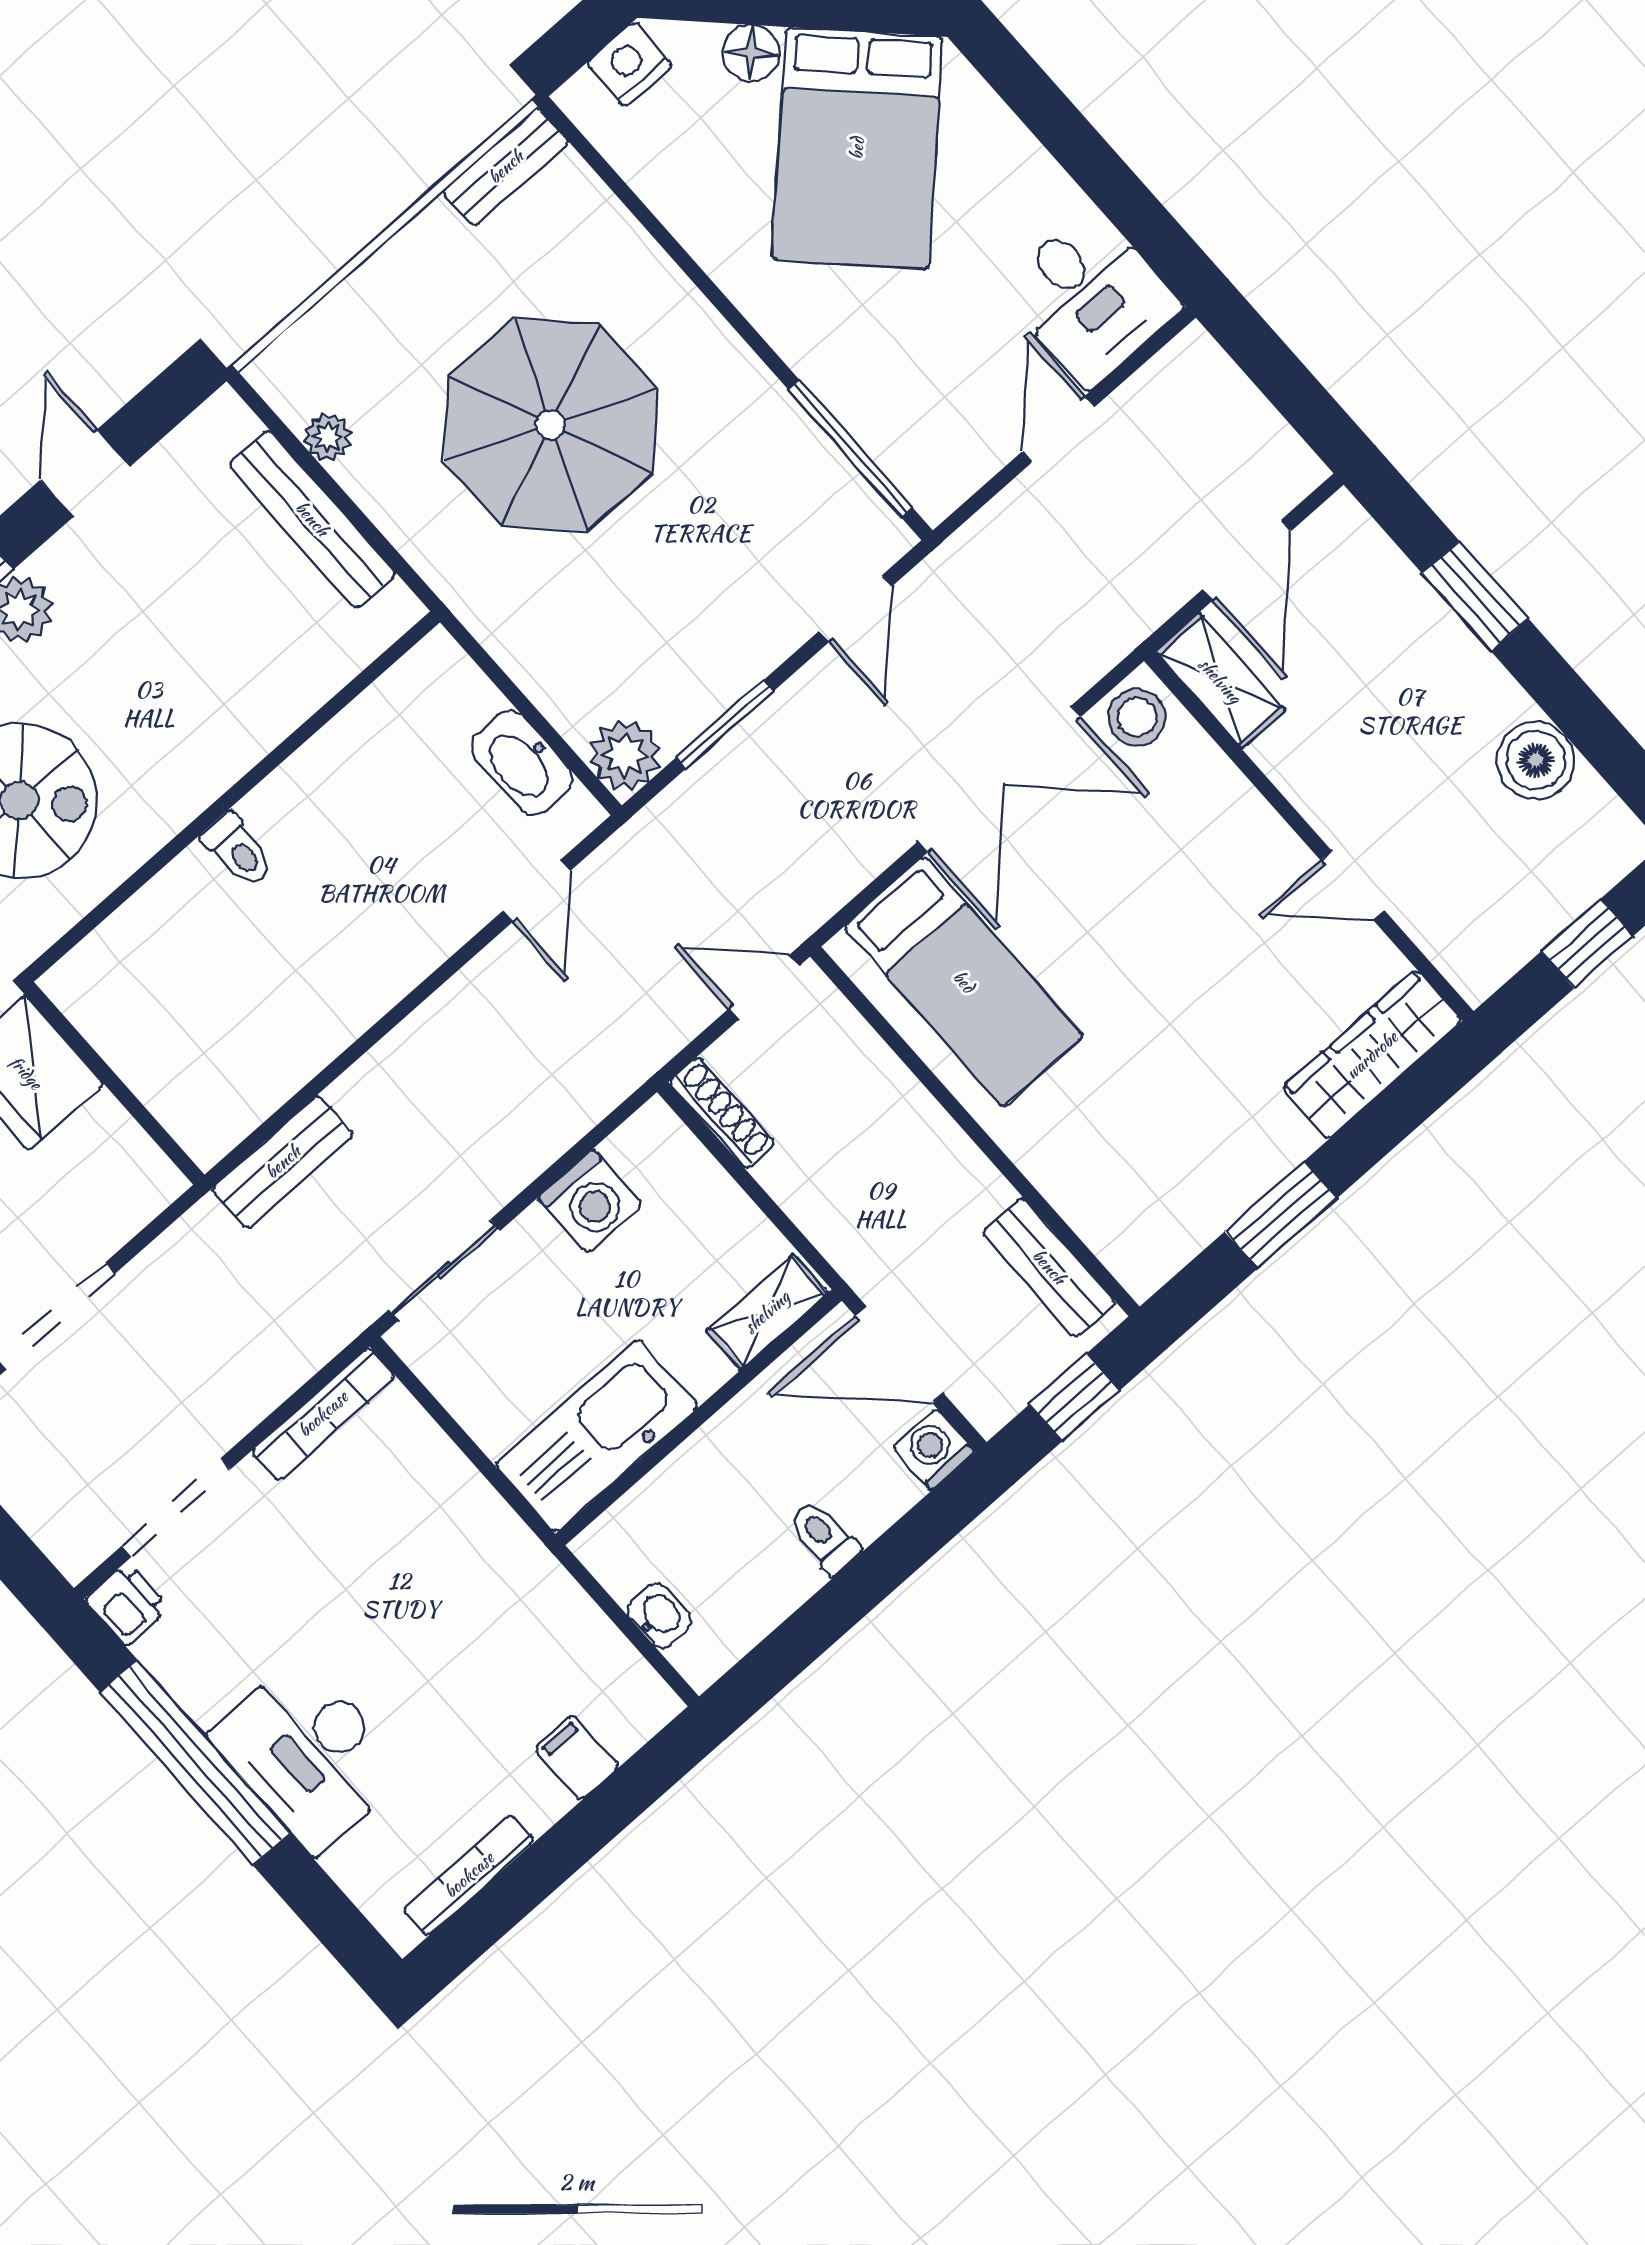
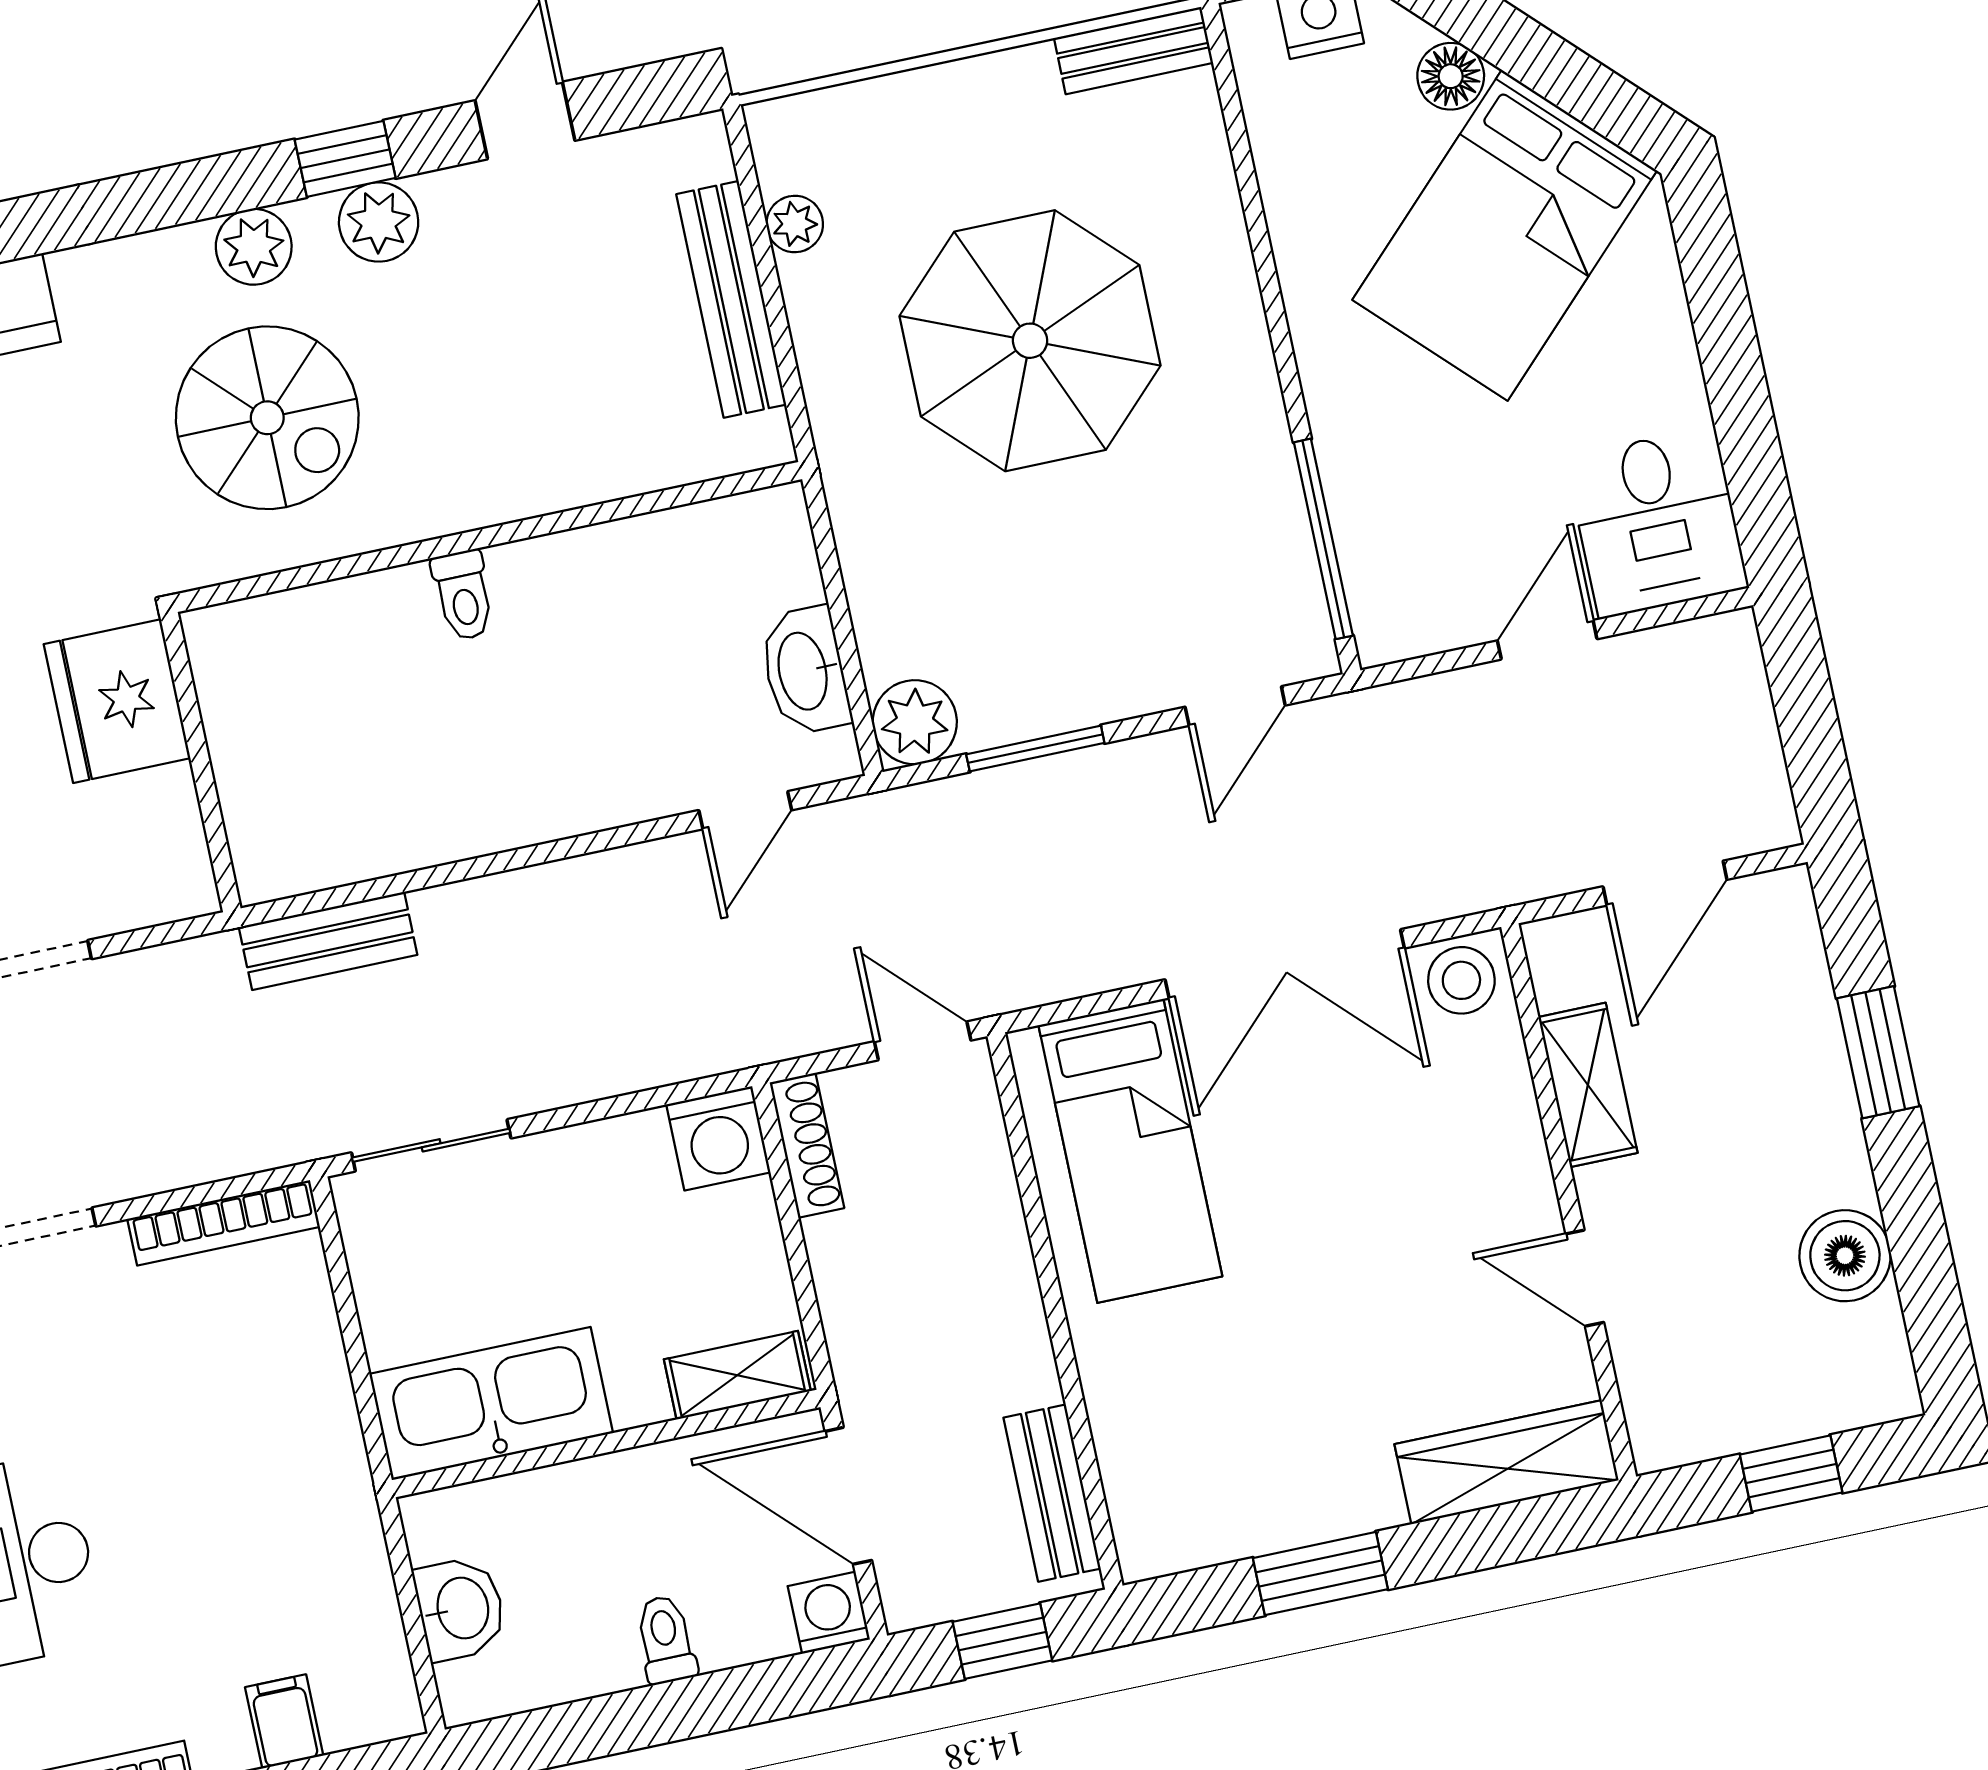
shelving: (1220, 681) -> (1588, 1085), moved
washing machine: (590, 1201) -> (718, 1138), moved
washbasin: (659, 1616) -> (460, 1609), width x1.38, depth x1.45

